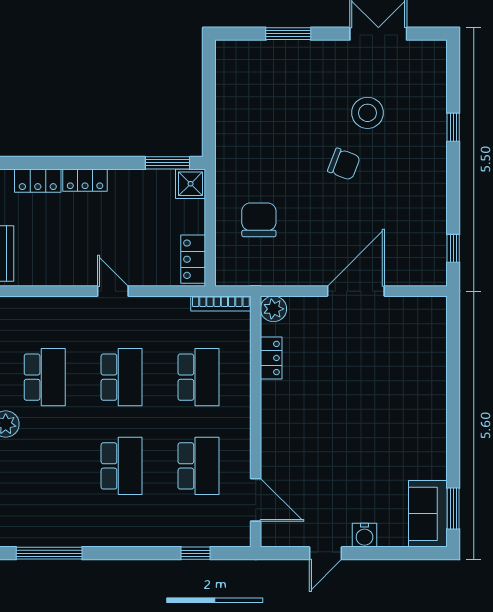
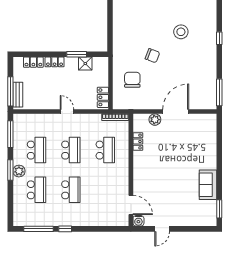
window: (167, 163) -> (77, 54), moved
chair: (344, 164) -> (152, 56), moved
shower: (191, 184) -> (85, 64), moved
window: (453, 248) -> (219, 92), width x2.17
plant: (273, 309) -> (155, 120), moved
school desk: (198, 466) -> (36, 190), moved
sofa: (428, 514) -> (208, 185), moved
water cooler: (365, 535) -> (138, 221), moved
window: (196, 553) -> (65, 229), moved

